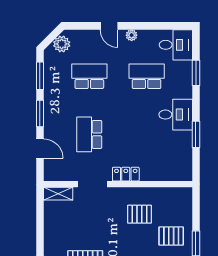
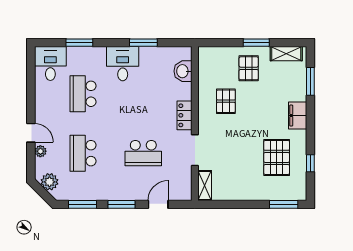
door: (109, 26) -> (31, 133), hinge flipped
plant: (132, 35) -> (40, 151), moved
washbasin: (168, 173) -> (183, 71), added

